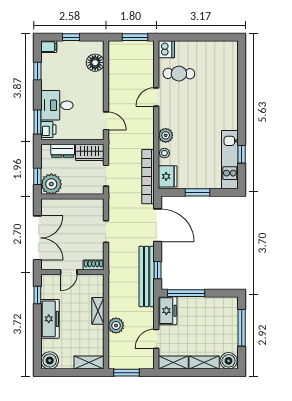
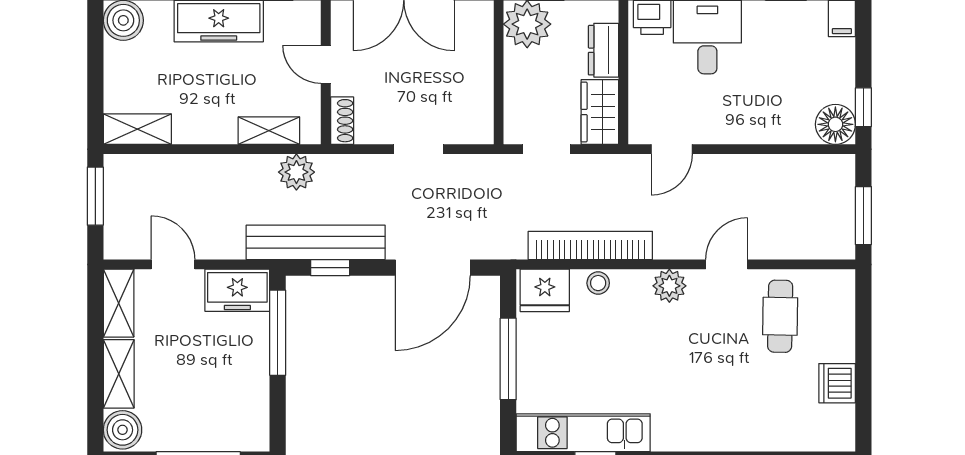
window: (71, 37) -> (863, 107), moved
dishwasher: (166, 49) -> (837, 383), moved, turned 90
floor lamp: (95, 63) -> (835, 124), moved
door: (156, 97) -> (727, 264), hinge flipped
plant: (166, 135) -> (669, 286), moved
bookcase: (148, 177) -> (590, 245), moved
window: (198, 192) -> (508, 359), width x1.44
shelving: (98, 311) -> (269, 131), moved
plant: (116, 325) -> (296, 172), moved
shelving: (89, 363) -> (137, 129), moved, turned 90

